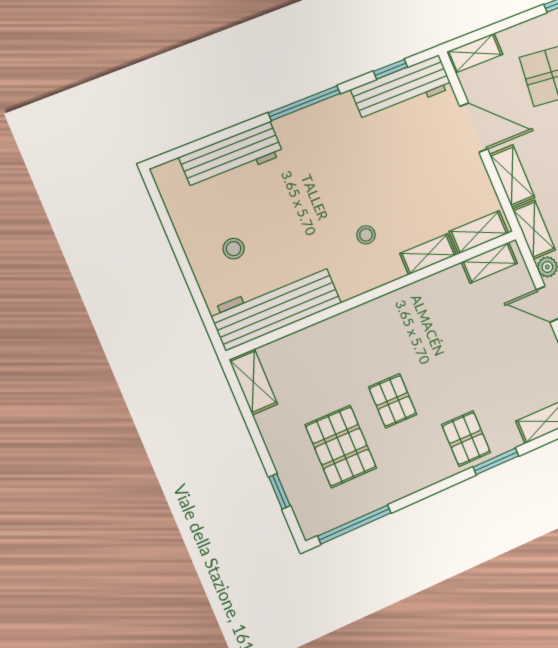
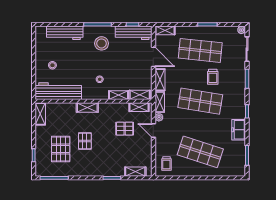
stool: (334, 146) -> (102, 43), added
shelving: (364, 317) -> (87, 108), added
pallet: (466, 439) -> (125, 129), moved, turned 90

